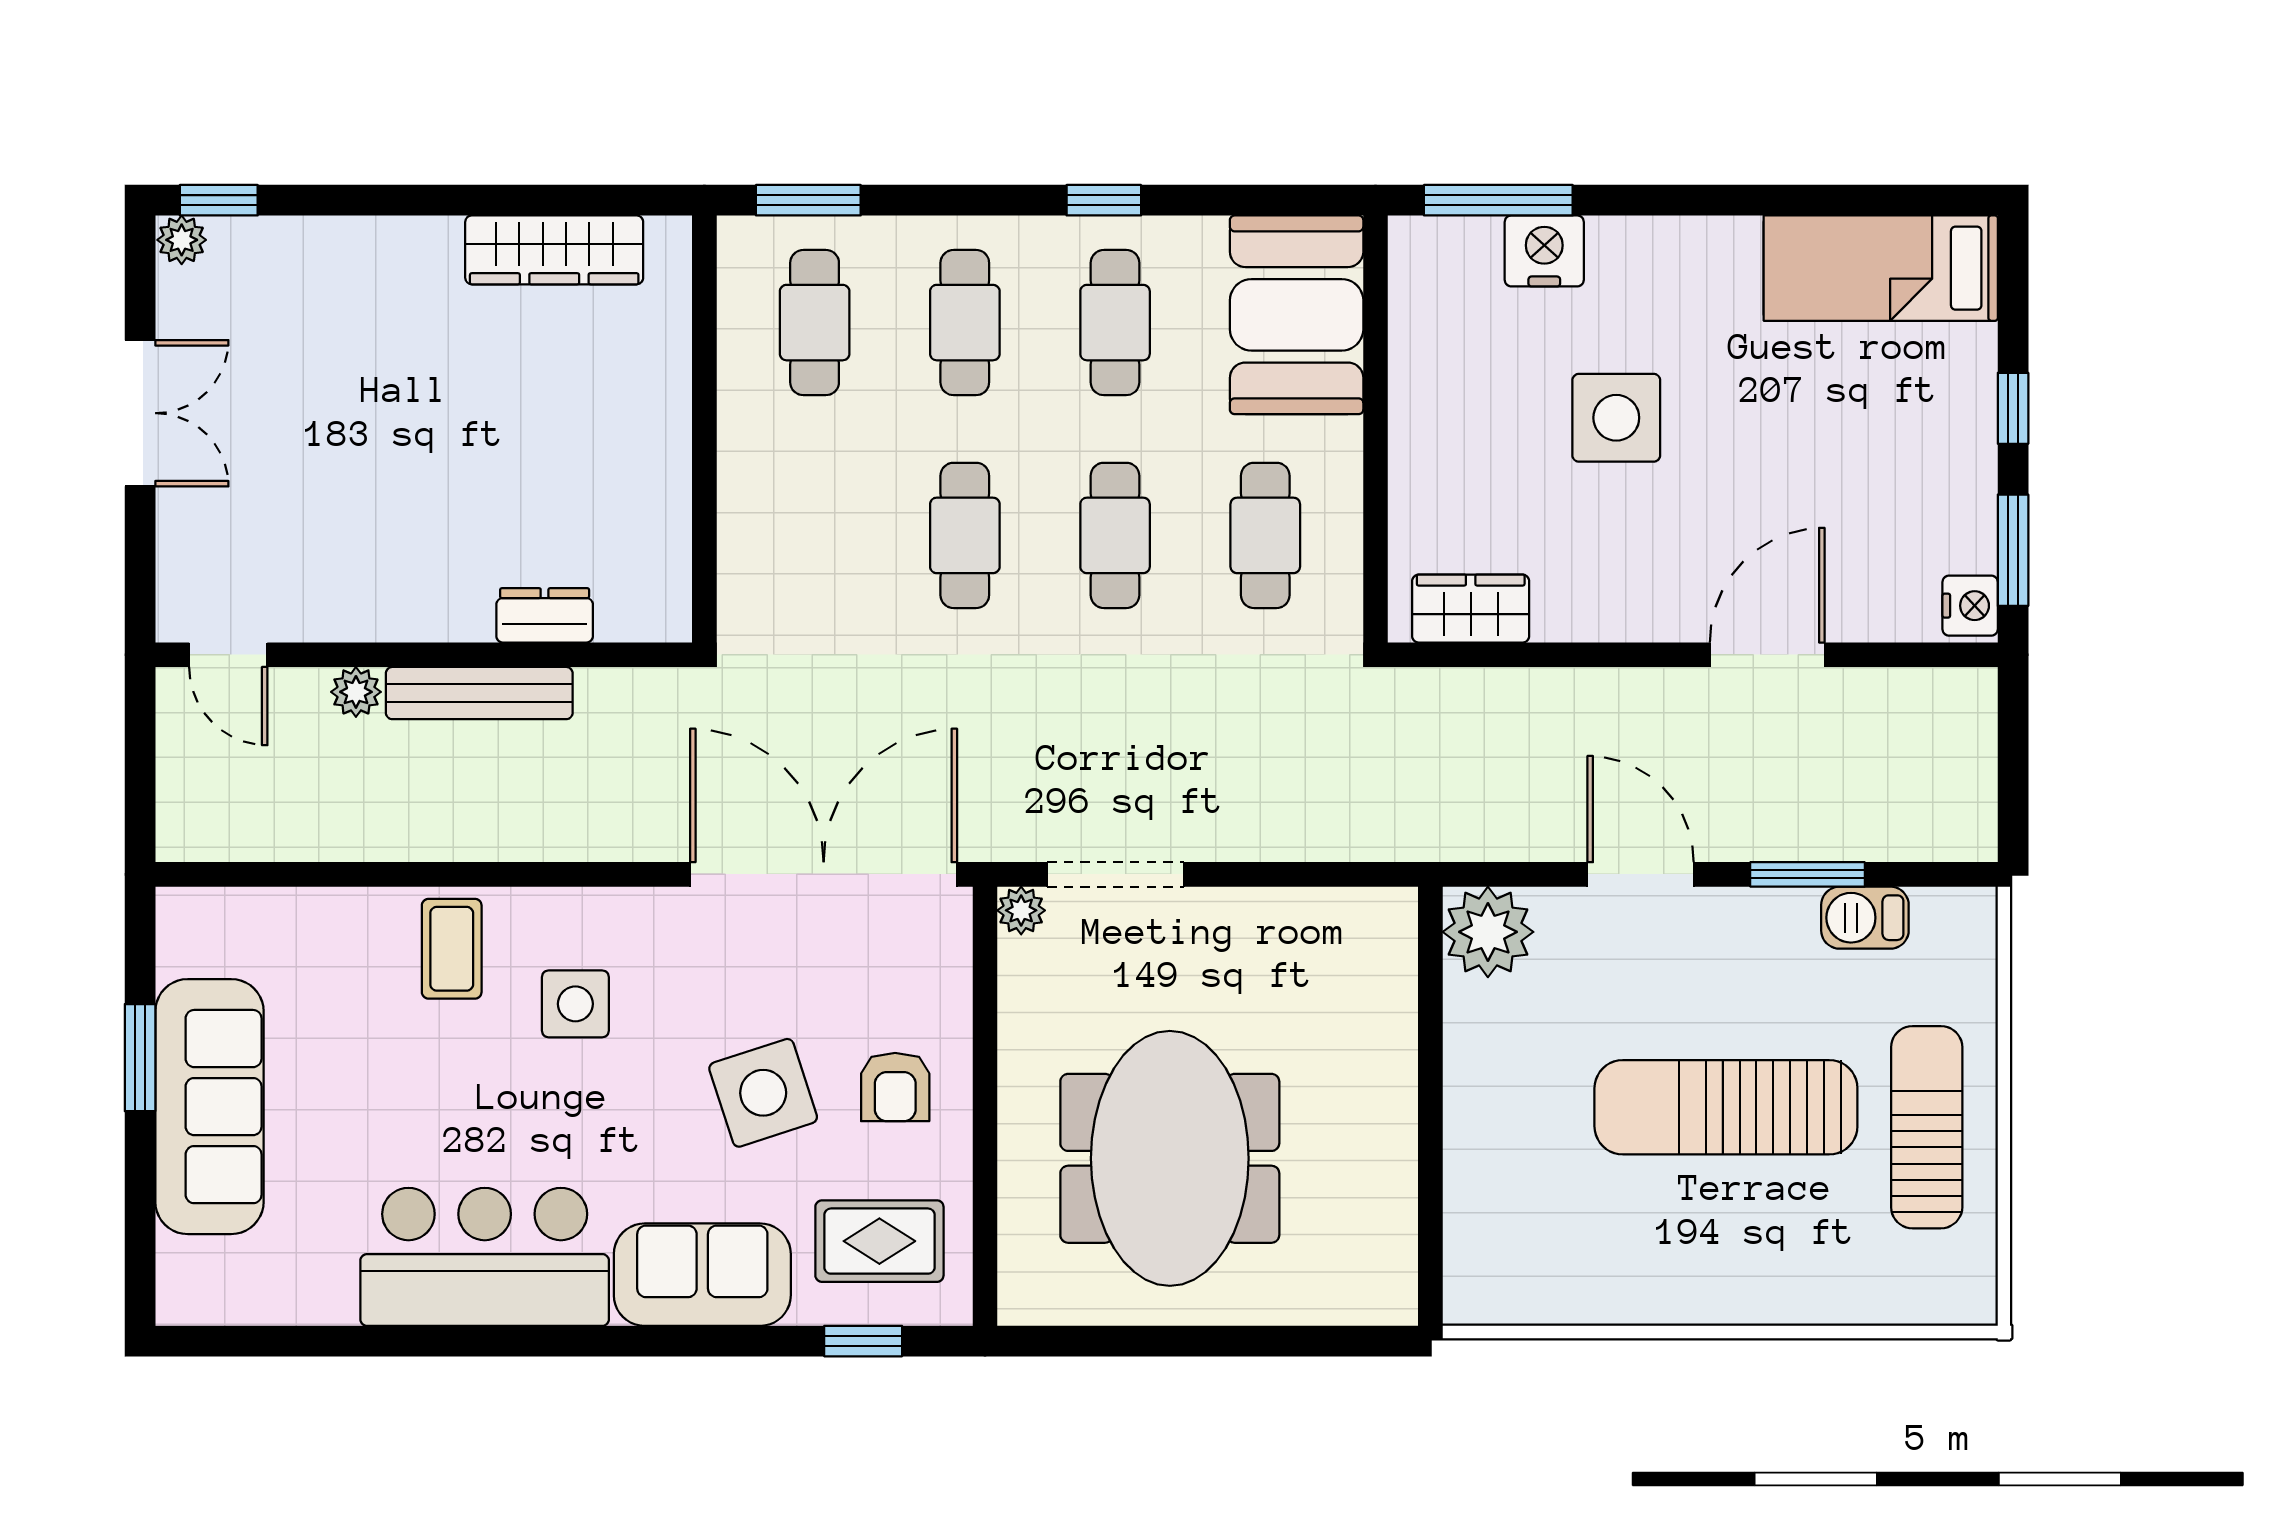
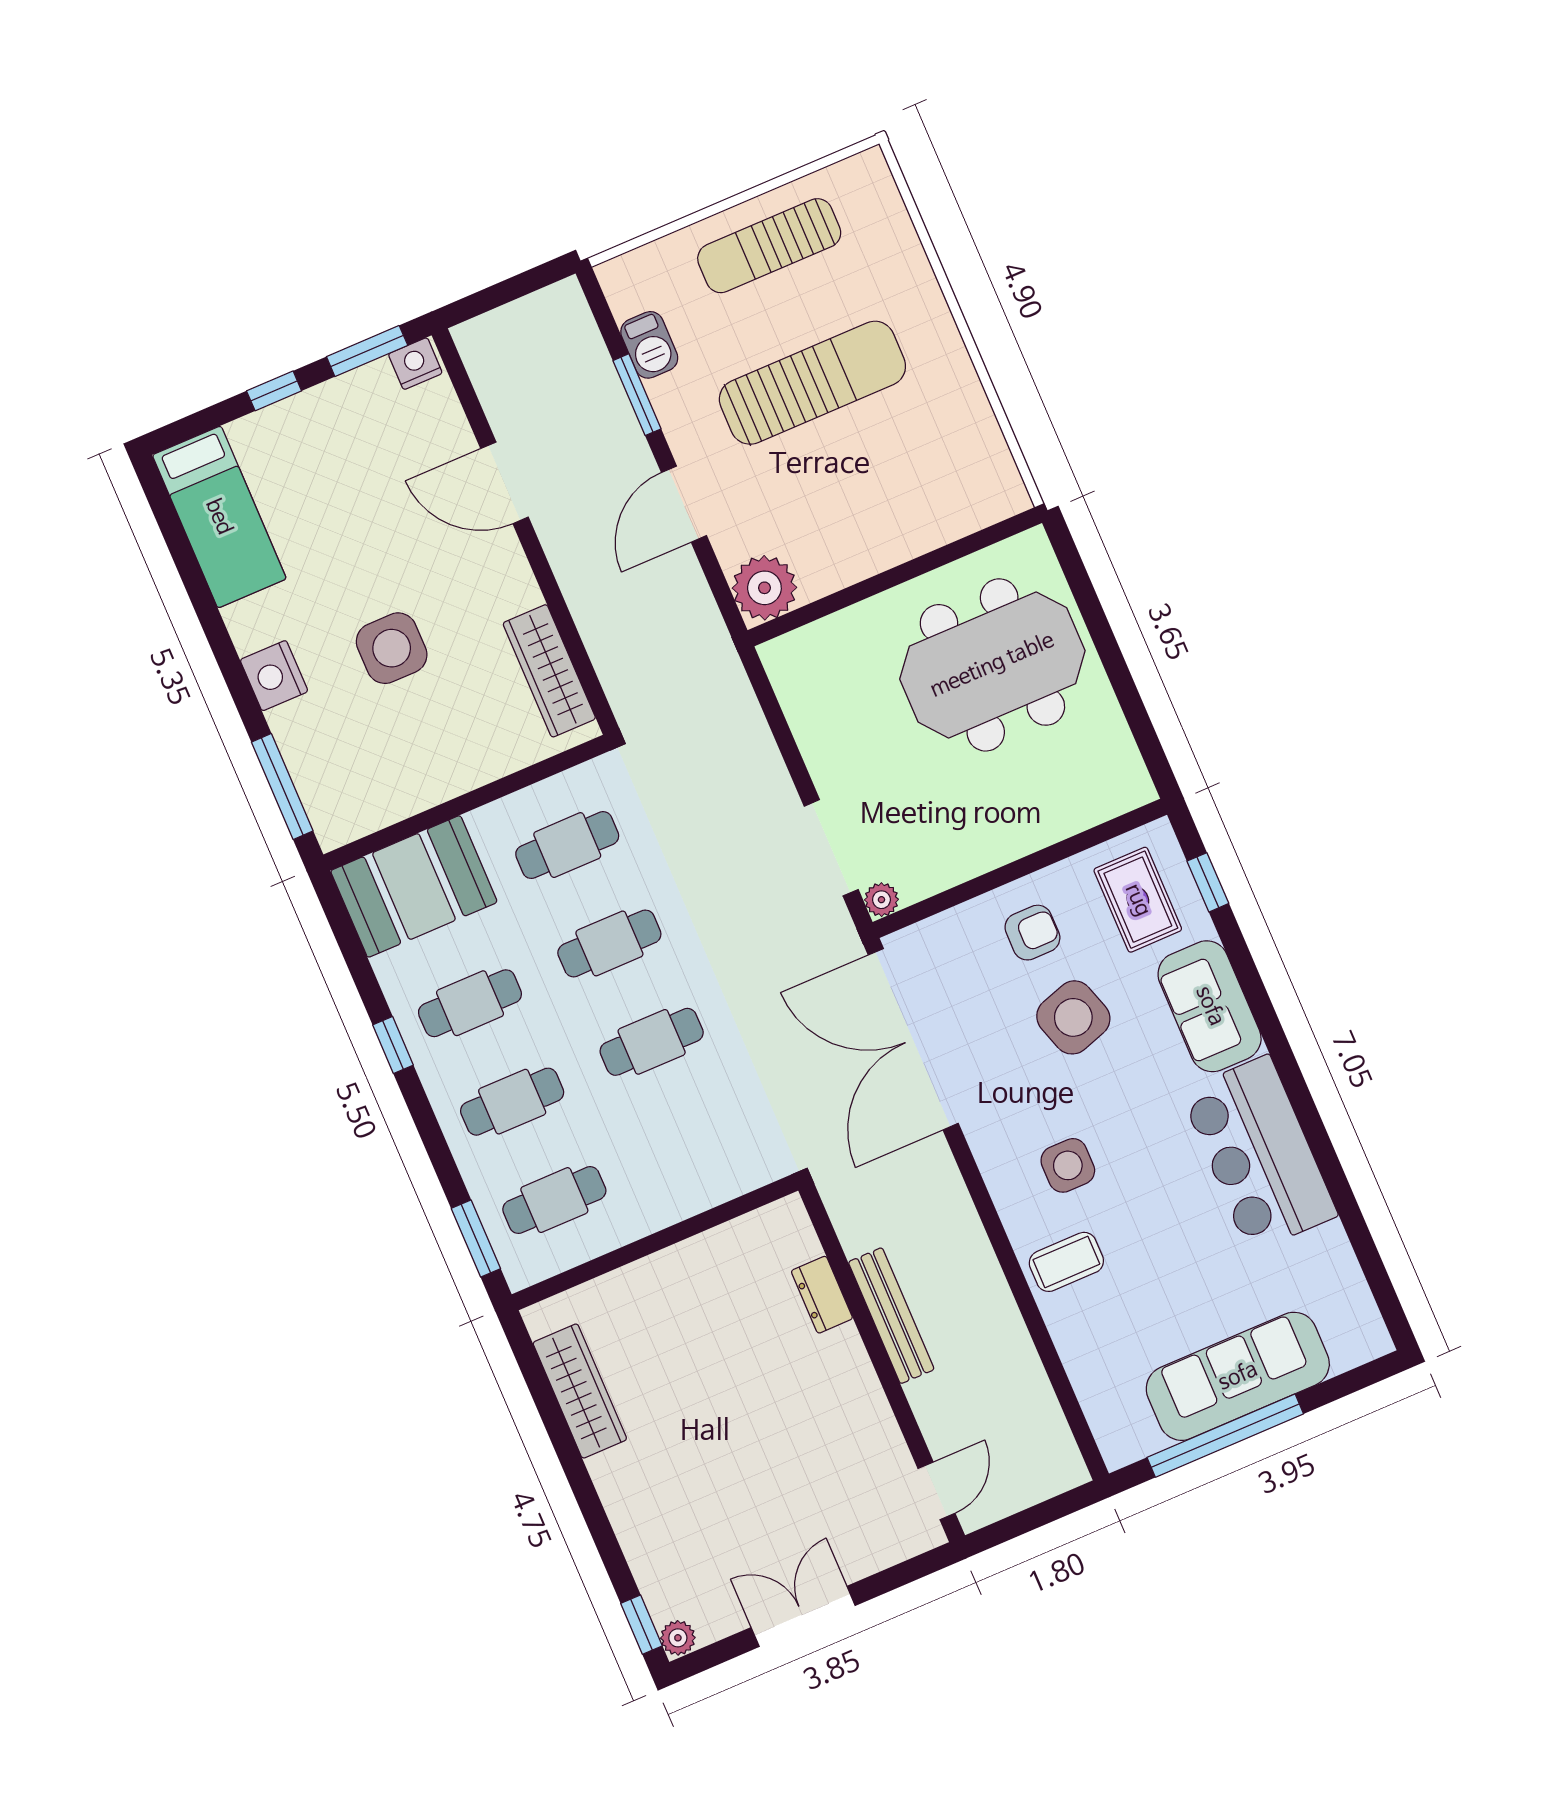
nightstand: (1544, 251) -> (274, 676), moved
wardrobe: (1471, 609) -> (549, 671), width x1.50
plant: (356, 692) -> (925, 1397), removed
window: (140, 1058) -> (1225, 1436), width x2.11
sun lounger: (1726, 1107) -> (812, 383), turned -90
meeting table: (1170, 1158) -> (992, 665), moved

